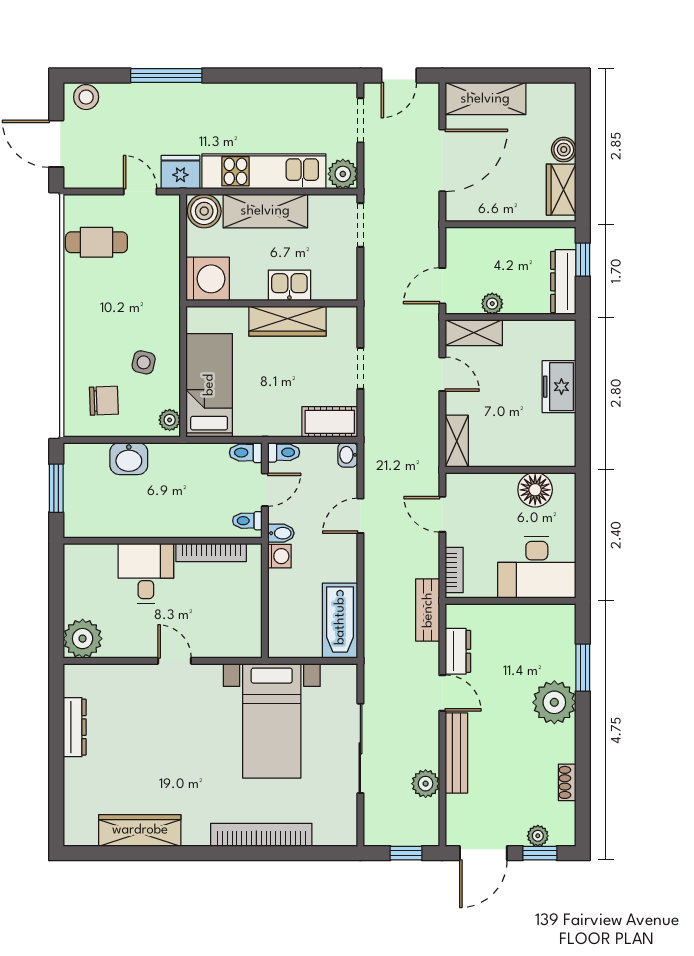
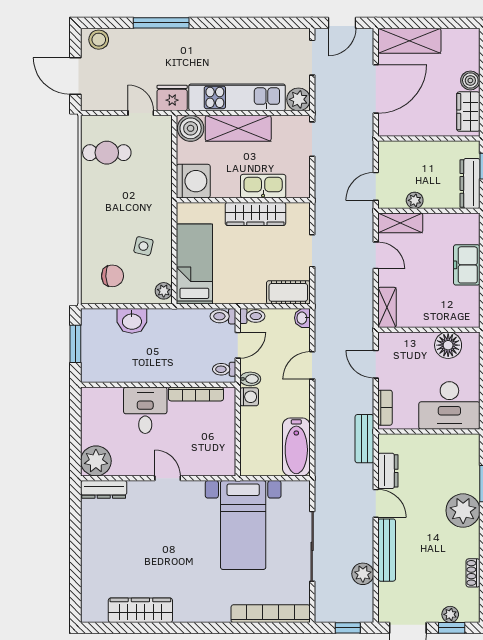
kitchen sink: (289, 285) -> (263, 186), width x1.38
dresser: (75, 727) -> (104, 489), moved, turned 90
bookcase: (261, 835) -> (271, 614), moved

